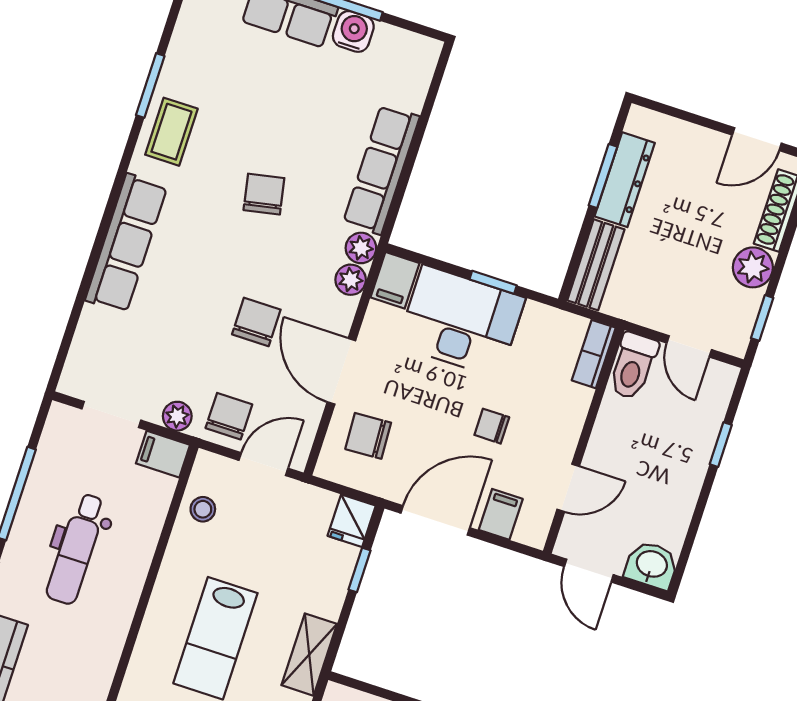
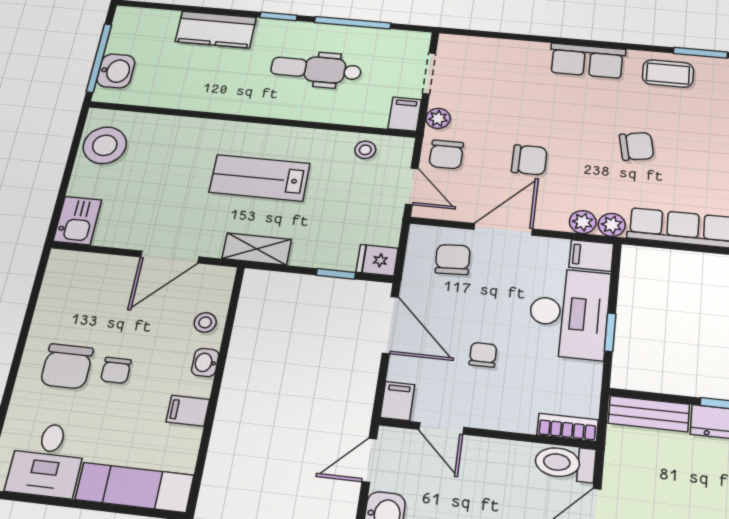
row of seats: (126, 243) -> (587, 61), width x0.68
chair: (229, 416) -> (446, 154), turned 90
filing cabinet: (501, 514) -> (397, 401), moved, turned -90

